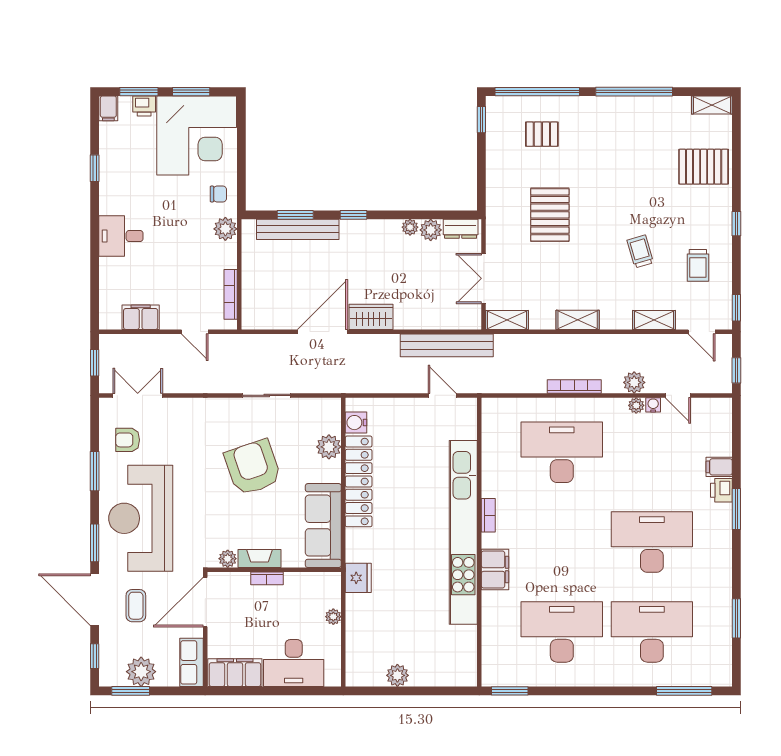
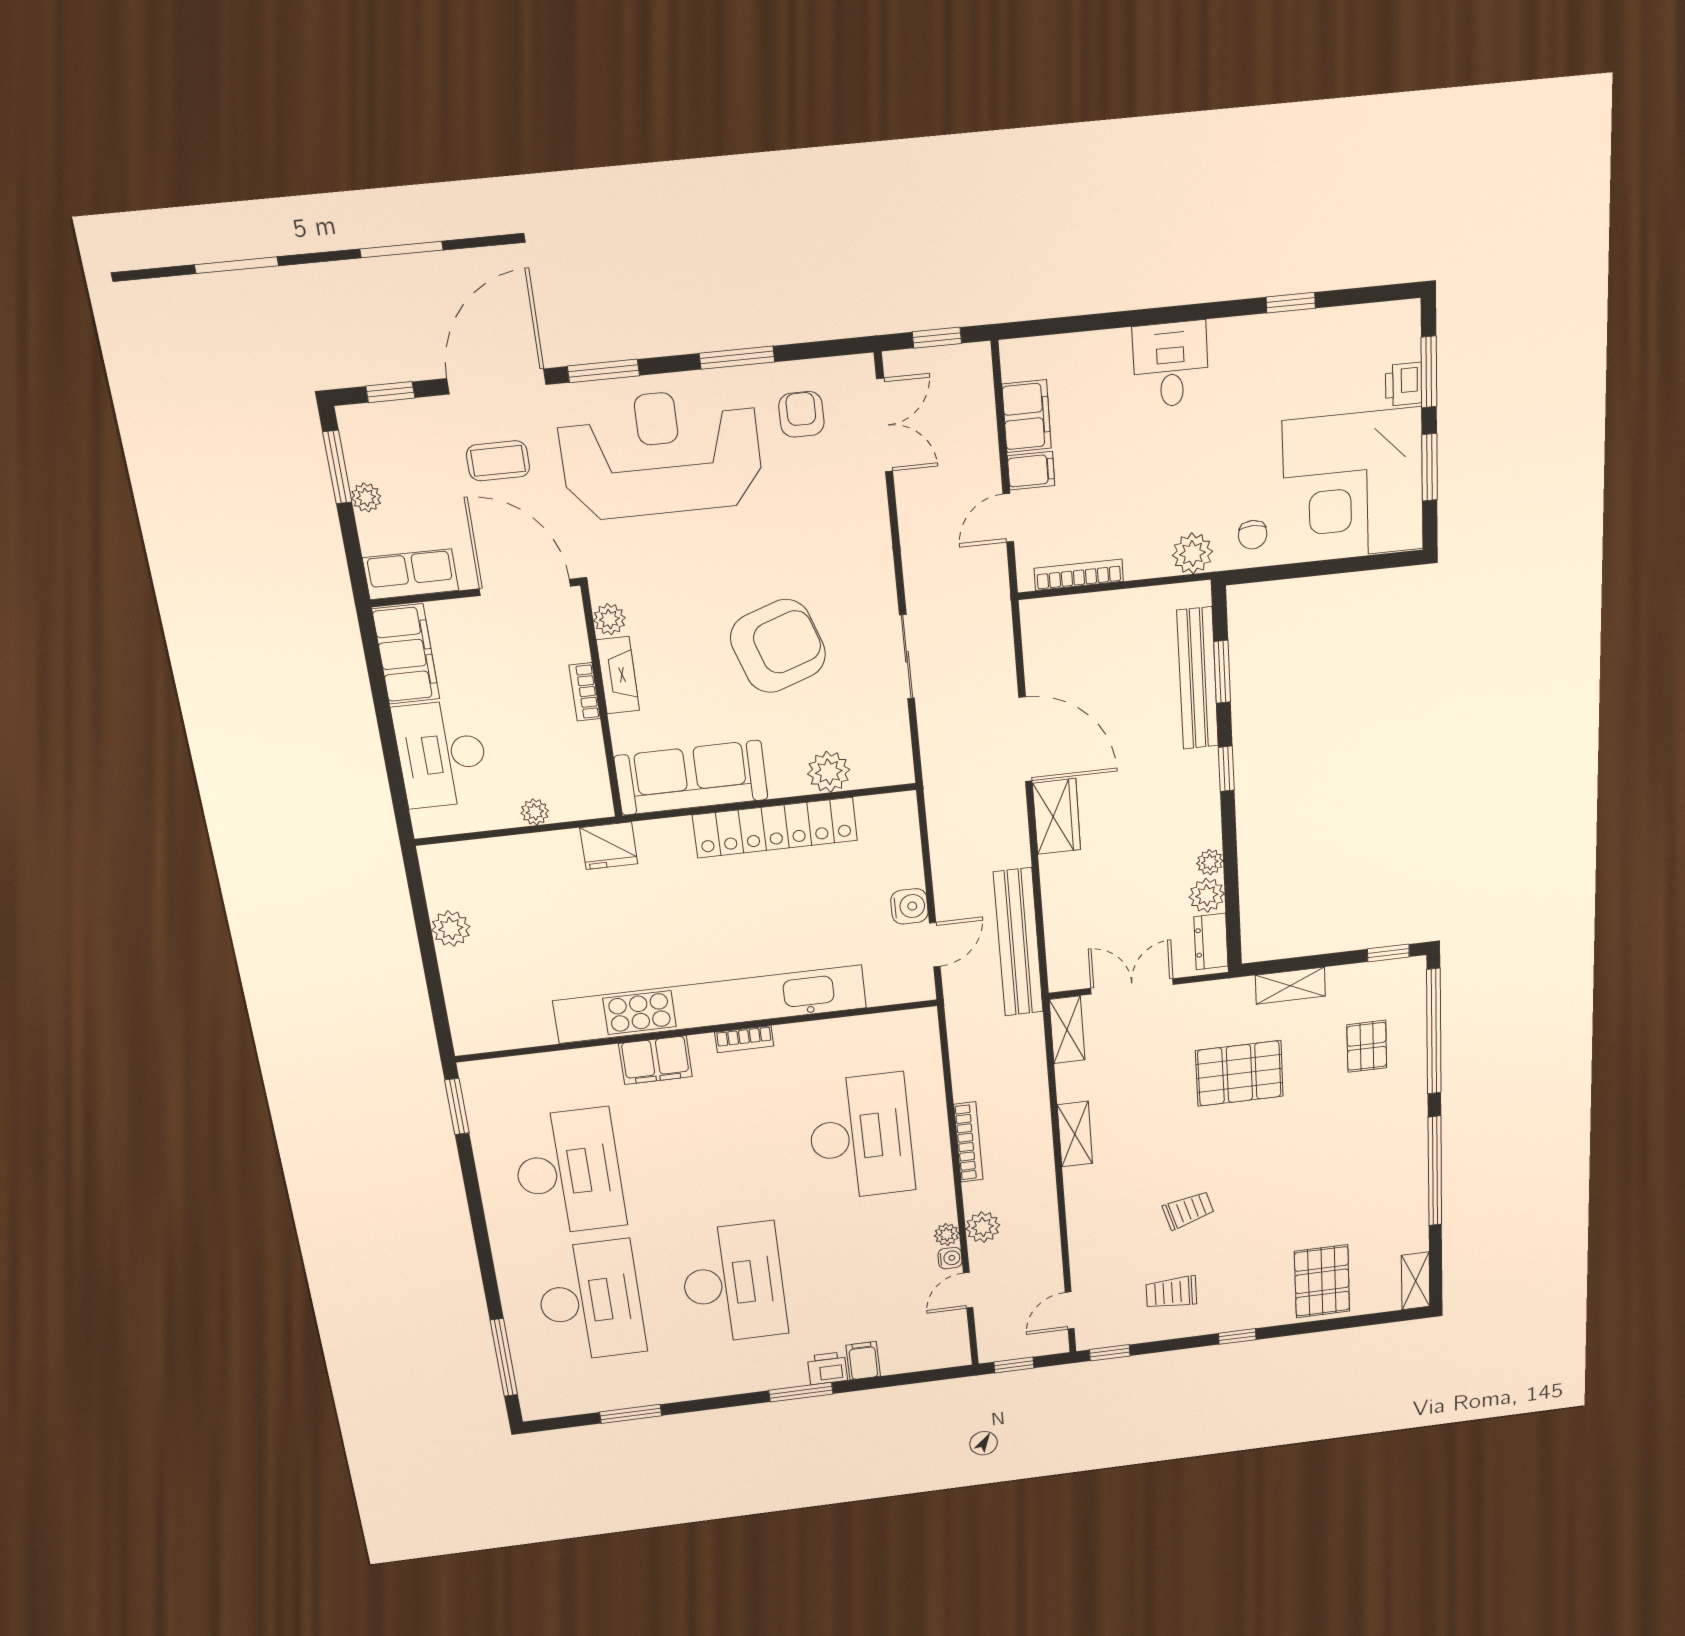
filing cabinet: (108, 108) -> (1031, 471), moved, turned 180
shelving: (654, 320) -> (1290, 986), moved, turned 90
water cooler: (356, 423) -> (909, 906), moved, turned 90
plant: (141, 672) -> (366, 497), width x0.53, depth x0.53

